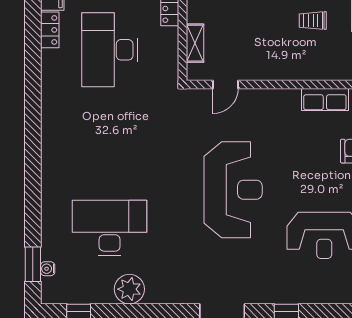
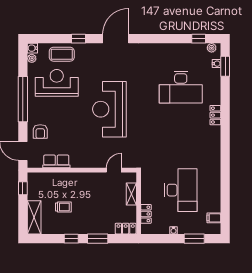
locker: (50, 30) -> (215, 115), moved
coffee table: (315, 285) -> (62, 54), added
plant: (129, 289) -> (212, 48), moved, width x0.53, depth x0.53

